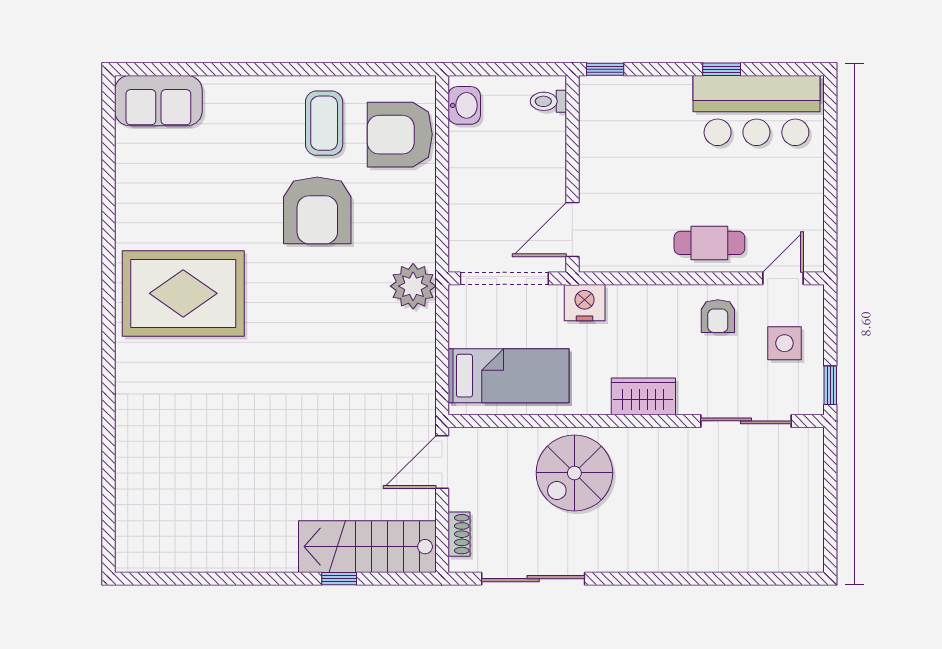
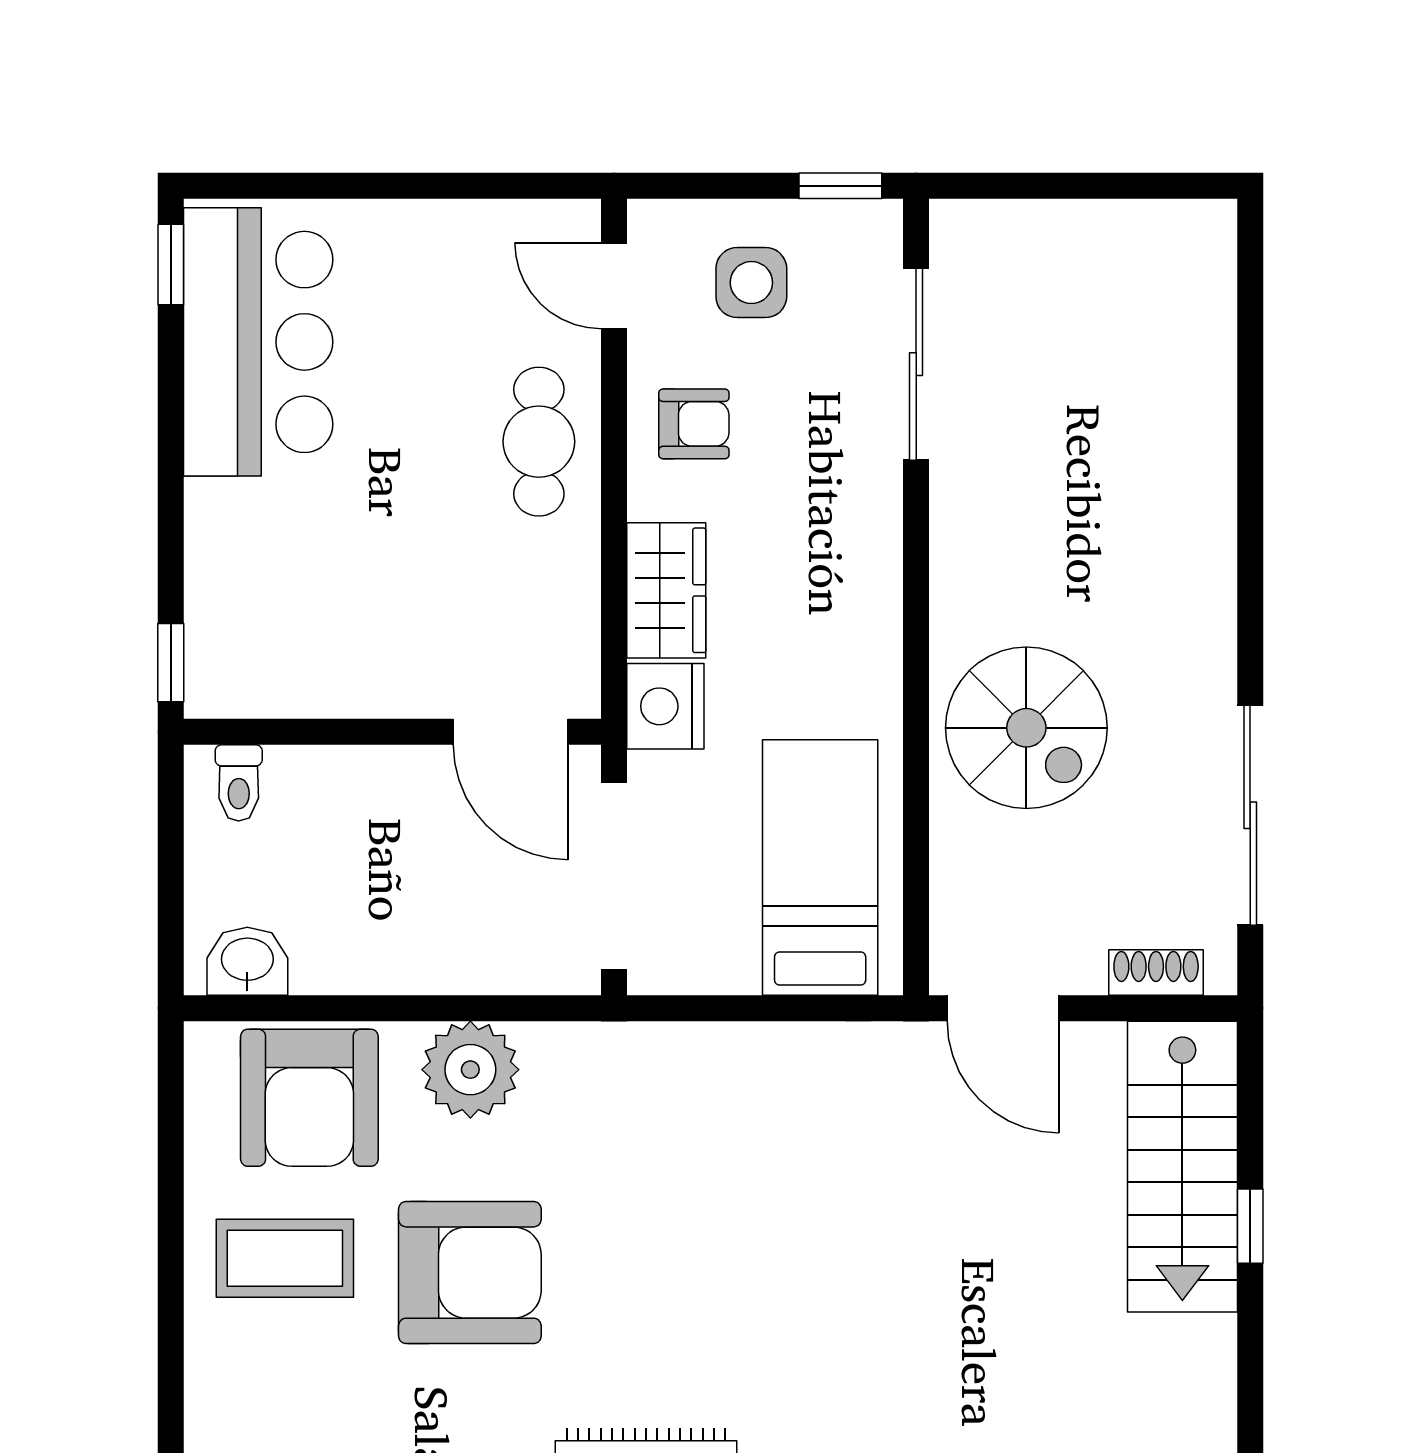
window: (722, 69) -> (171, 265), moved
plant: (413, 286) -> (470, 1070), moved
wardrobe: (643, 396) -> (666, 590), moved, turned 180

